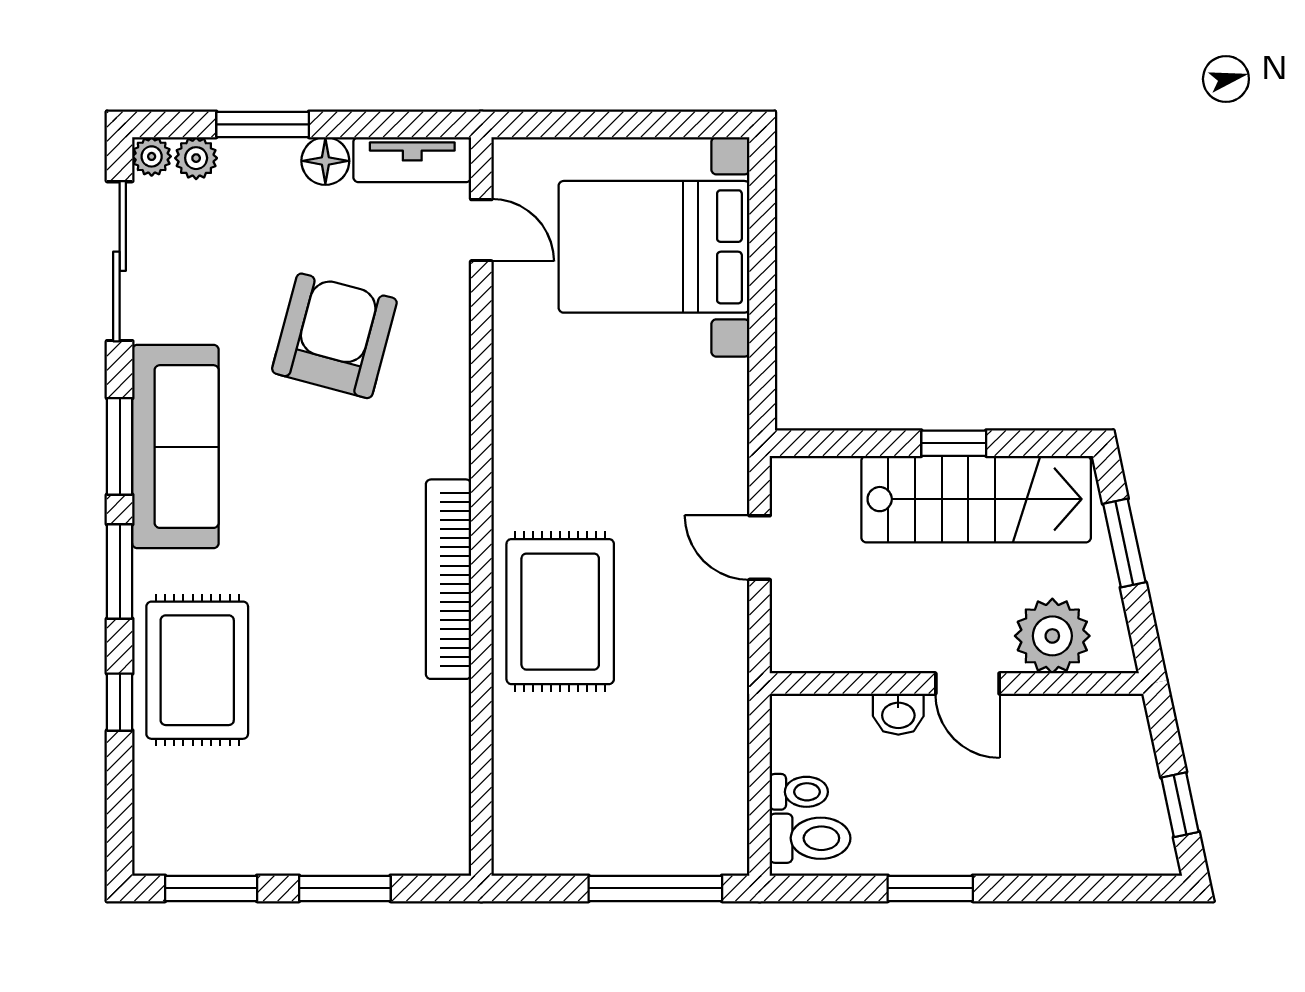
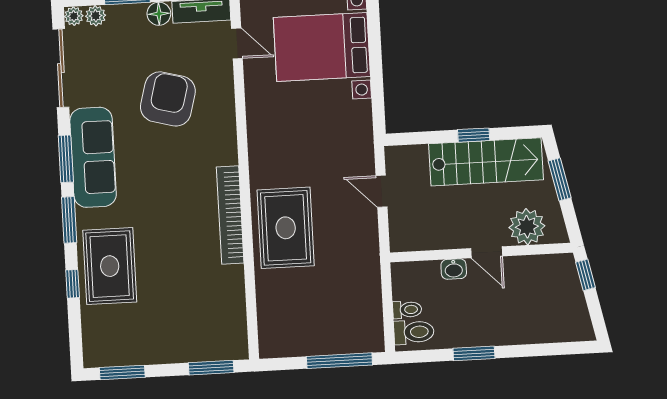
window: (1180, 805) -> (585, 275), moved
window: (345, 888) -> (211, 368), moved

